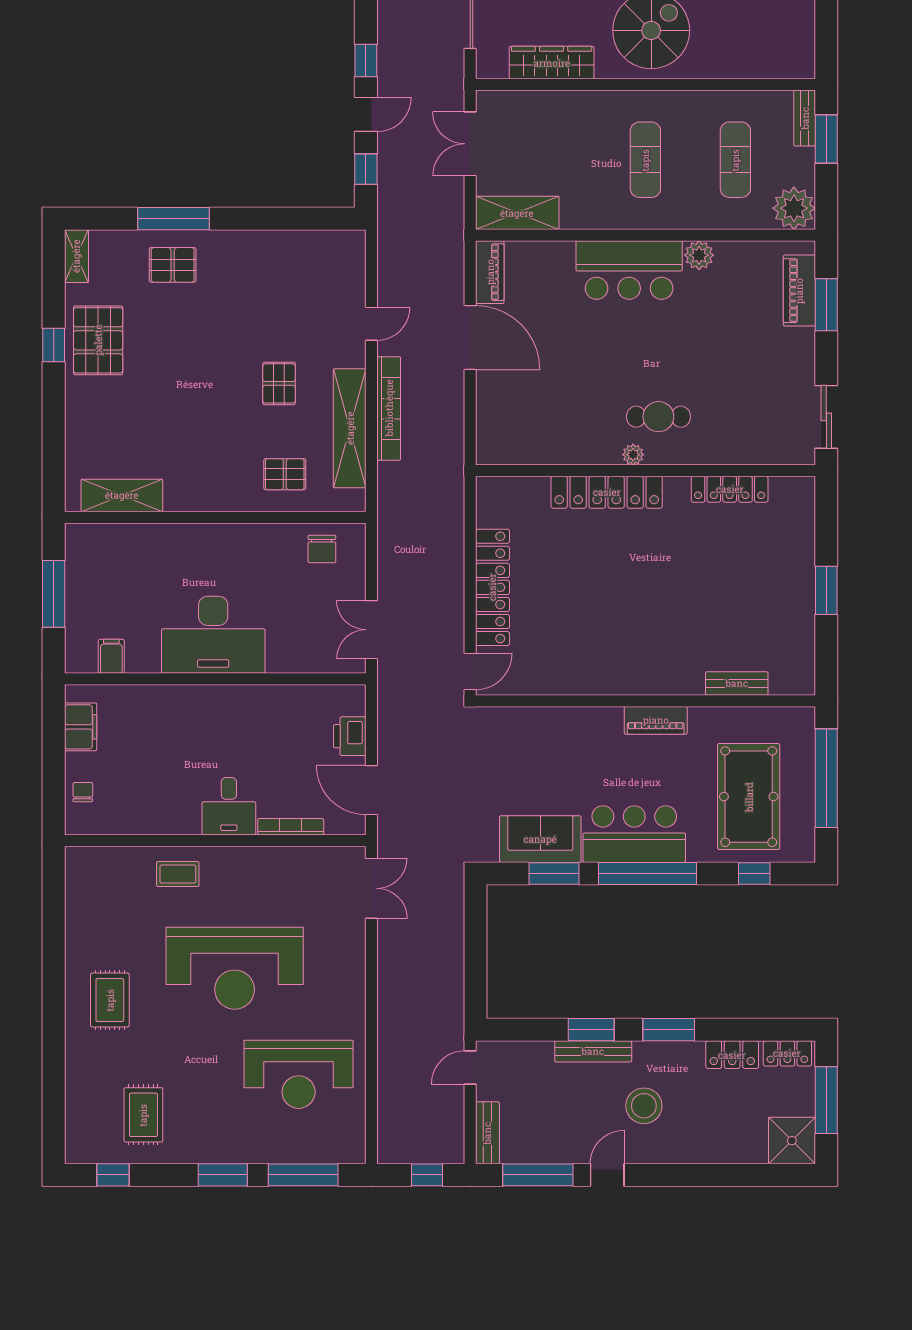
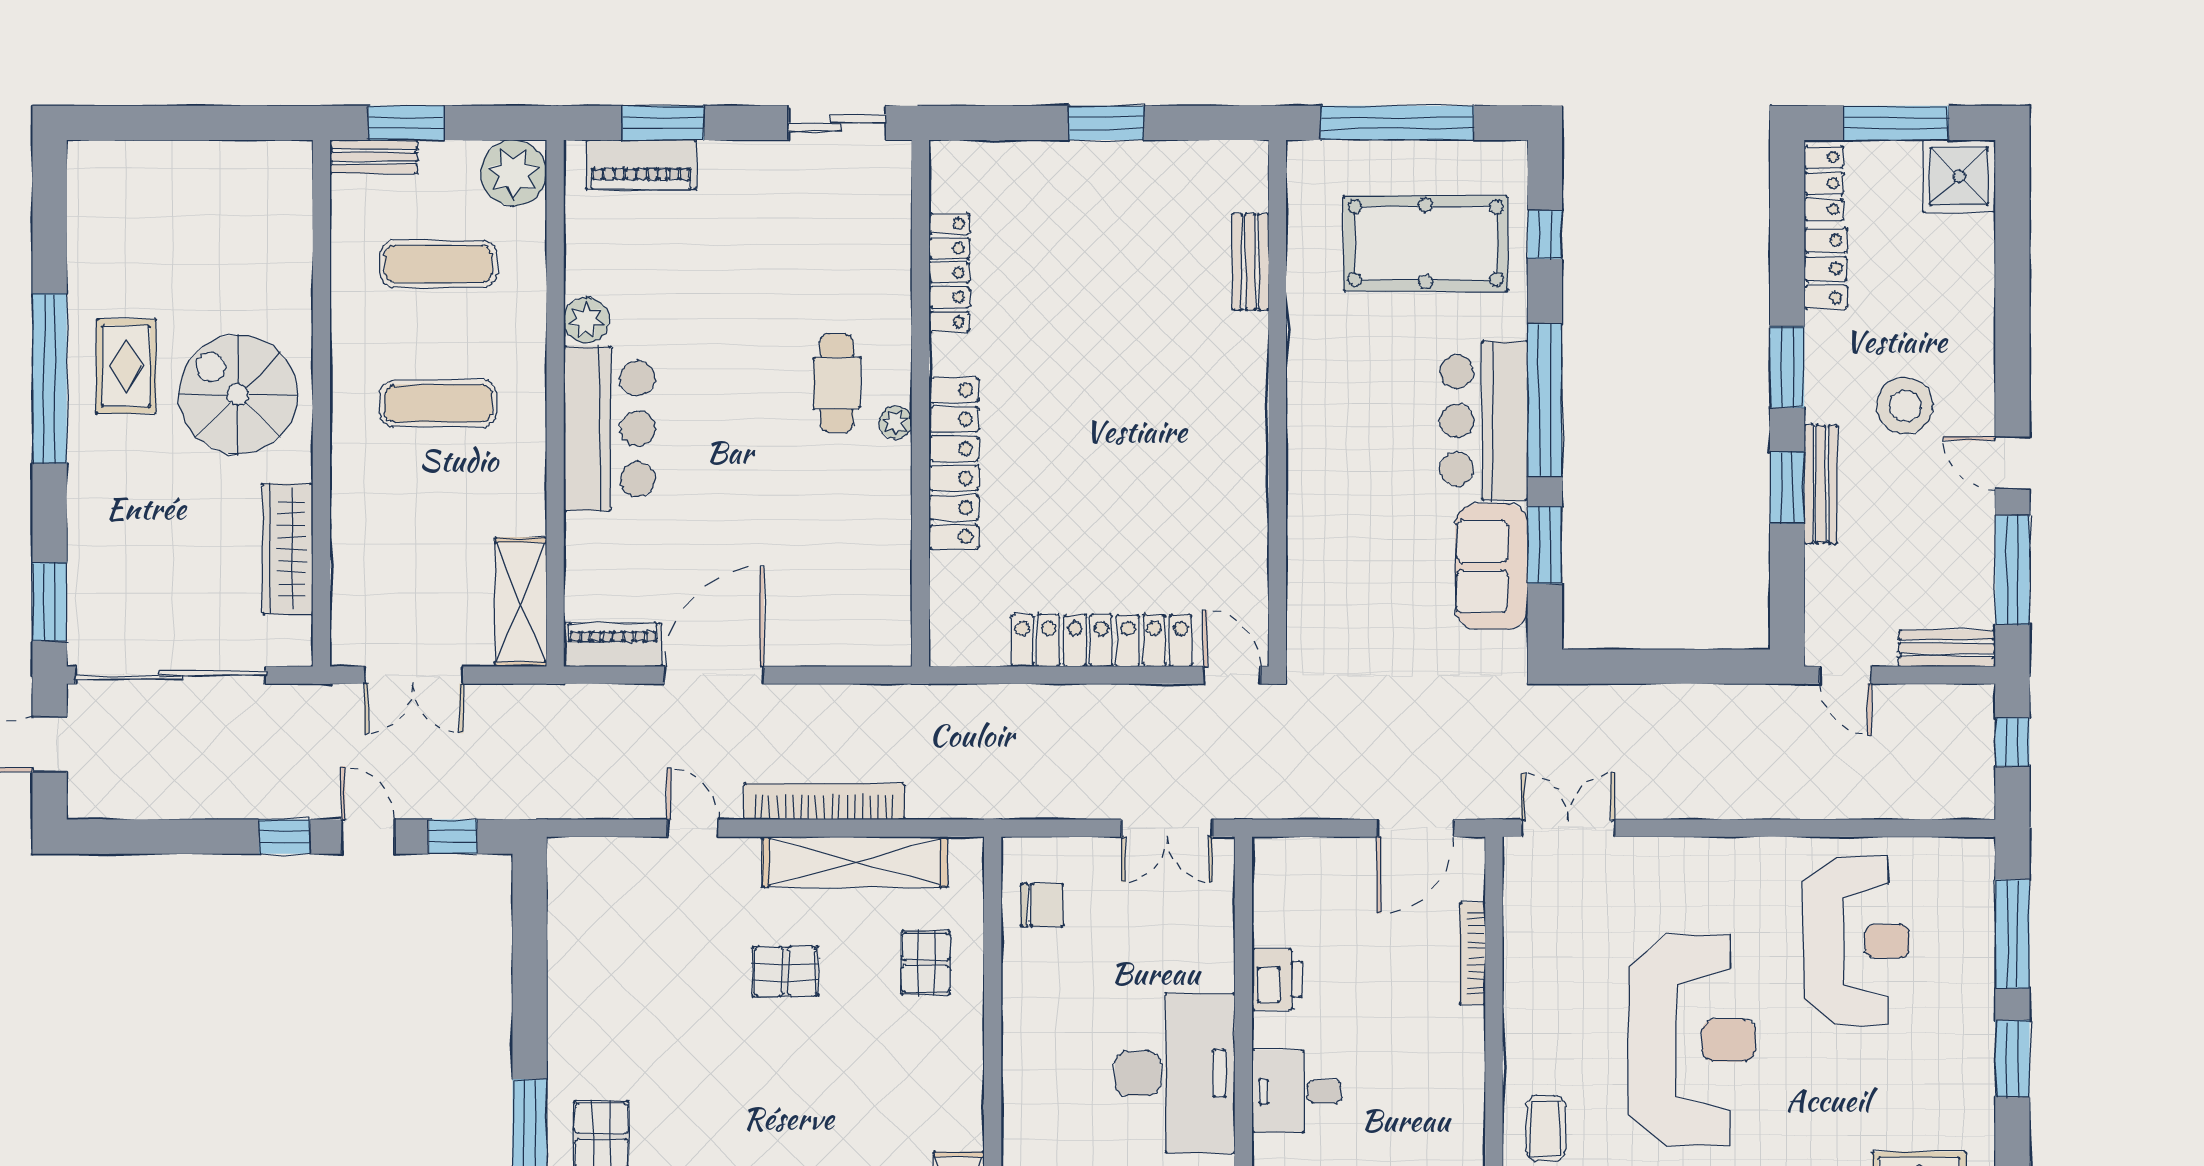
piano: (656, 720) -> (1308, 387), removed
printer: (350, 736) -> (1277, 979), moved, turned -90
desk: (229, 806) -> (1297, 1091), moved, turned 180

